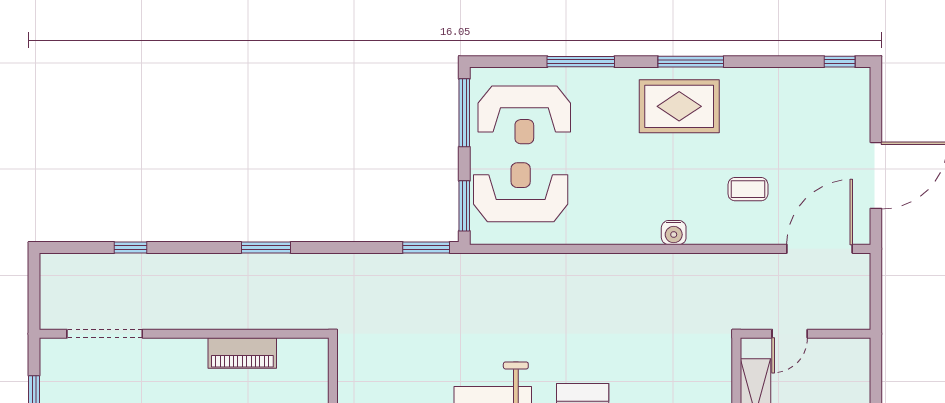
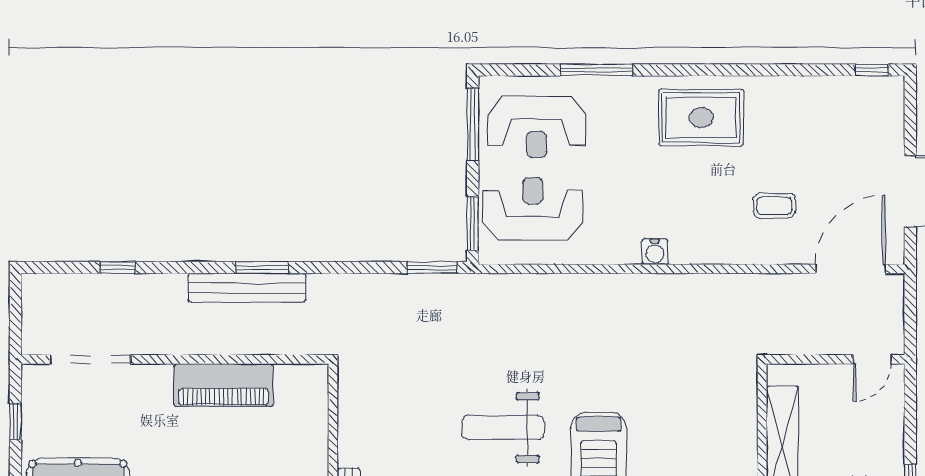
window: (691, 62) -> (713, 70), removed
water cooler: (674, 233) -> (655, 252), moved
bench: (252, 267) -> (247, 288), added
door: (790, 334) -> (872, 359), moved
piano: (242, 353) -> (224, 385), width x1.37, depth x1.33

